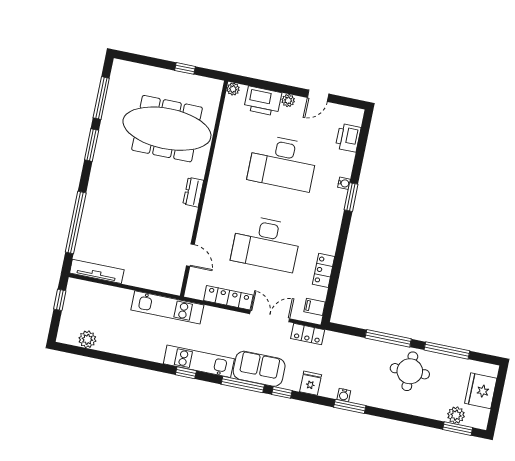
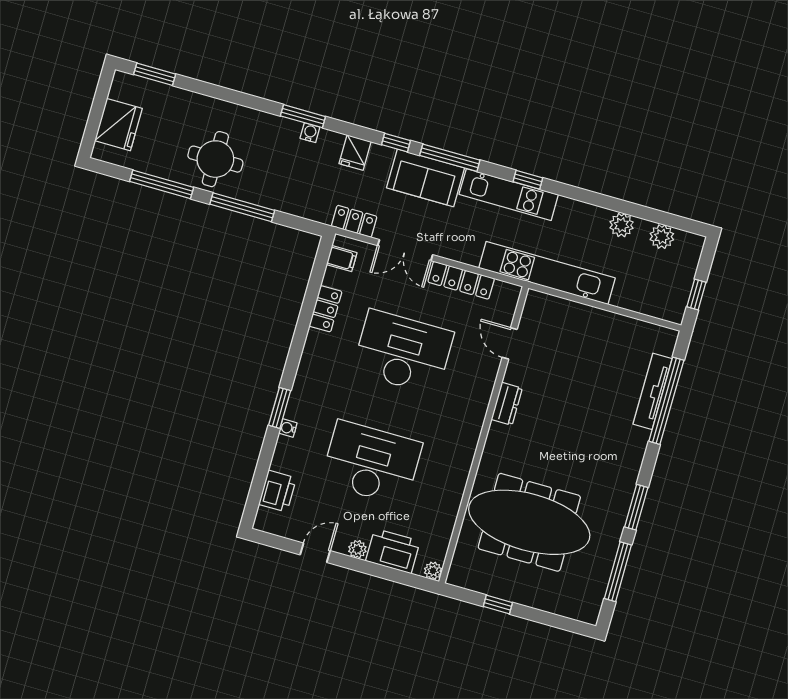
dresser: (193, 192) -> (507, 404), moved
tv unit: (97, 271) -> (652, 391), moved, turned 90
kitchen unit: (167, 307) -> (547, 273), width x1.36
plant: (456, 415) -> (622, 225), moved

